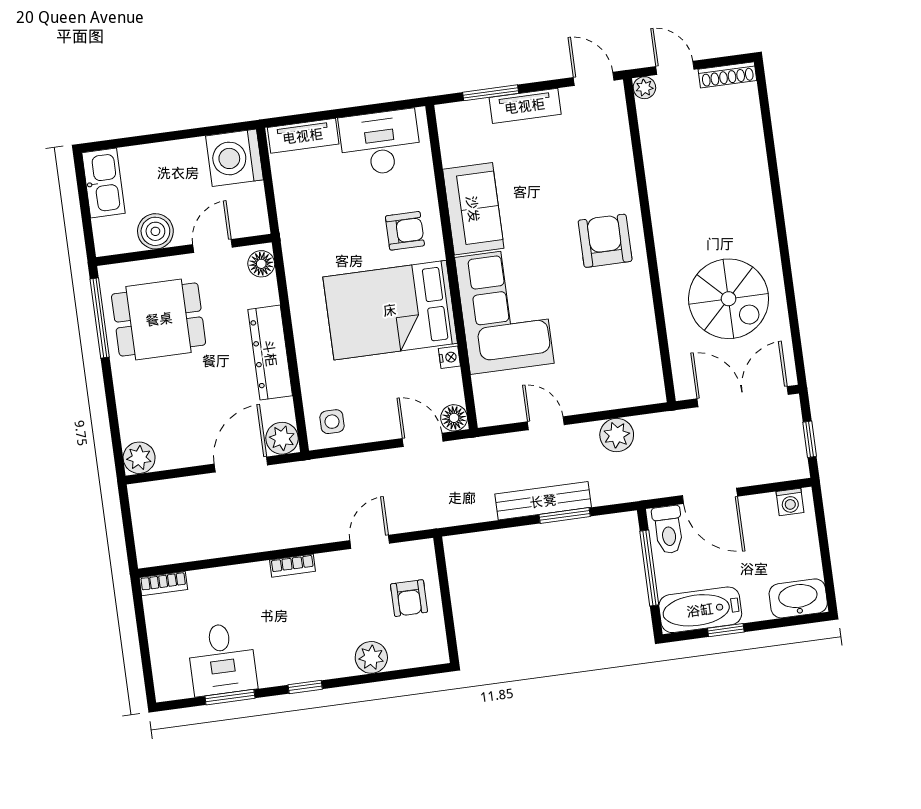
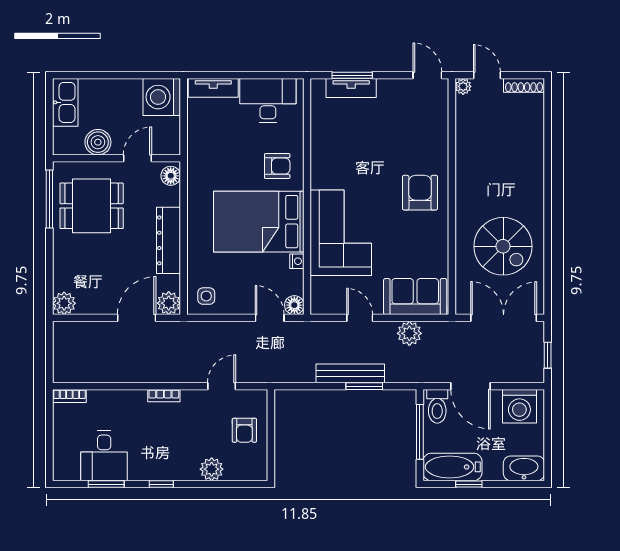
tv unit: (525, 106) -> (351, 88), moved
sofa: (473, 209) -> (415, 297), moved, turned -90
washing machine: (790, 502) -> (519, 406), width x1.89, depth x1.89

